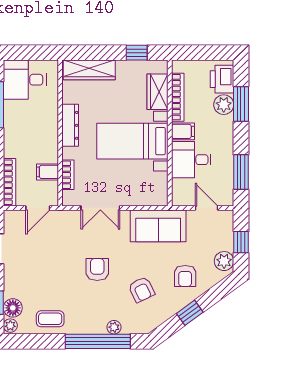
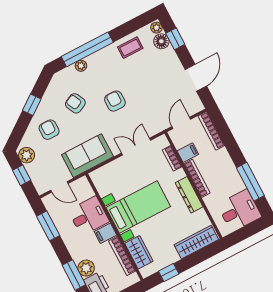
bookcase: (52, 139) -> (197, 178), added
armchair: (97, 269) -> (115, 101), turned 180

